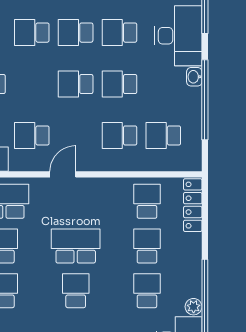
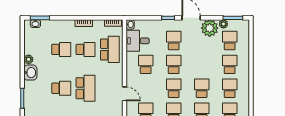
school desk: (32, 33) -> (174, 64), moved
door: (63, 174) -> (124, 94), moved

